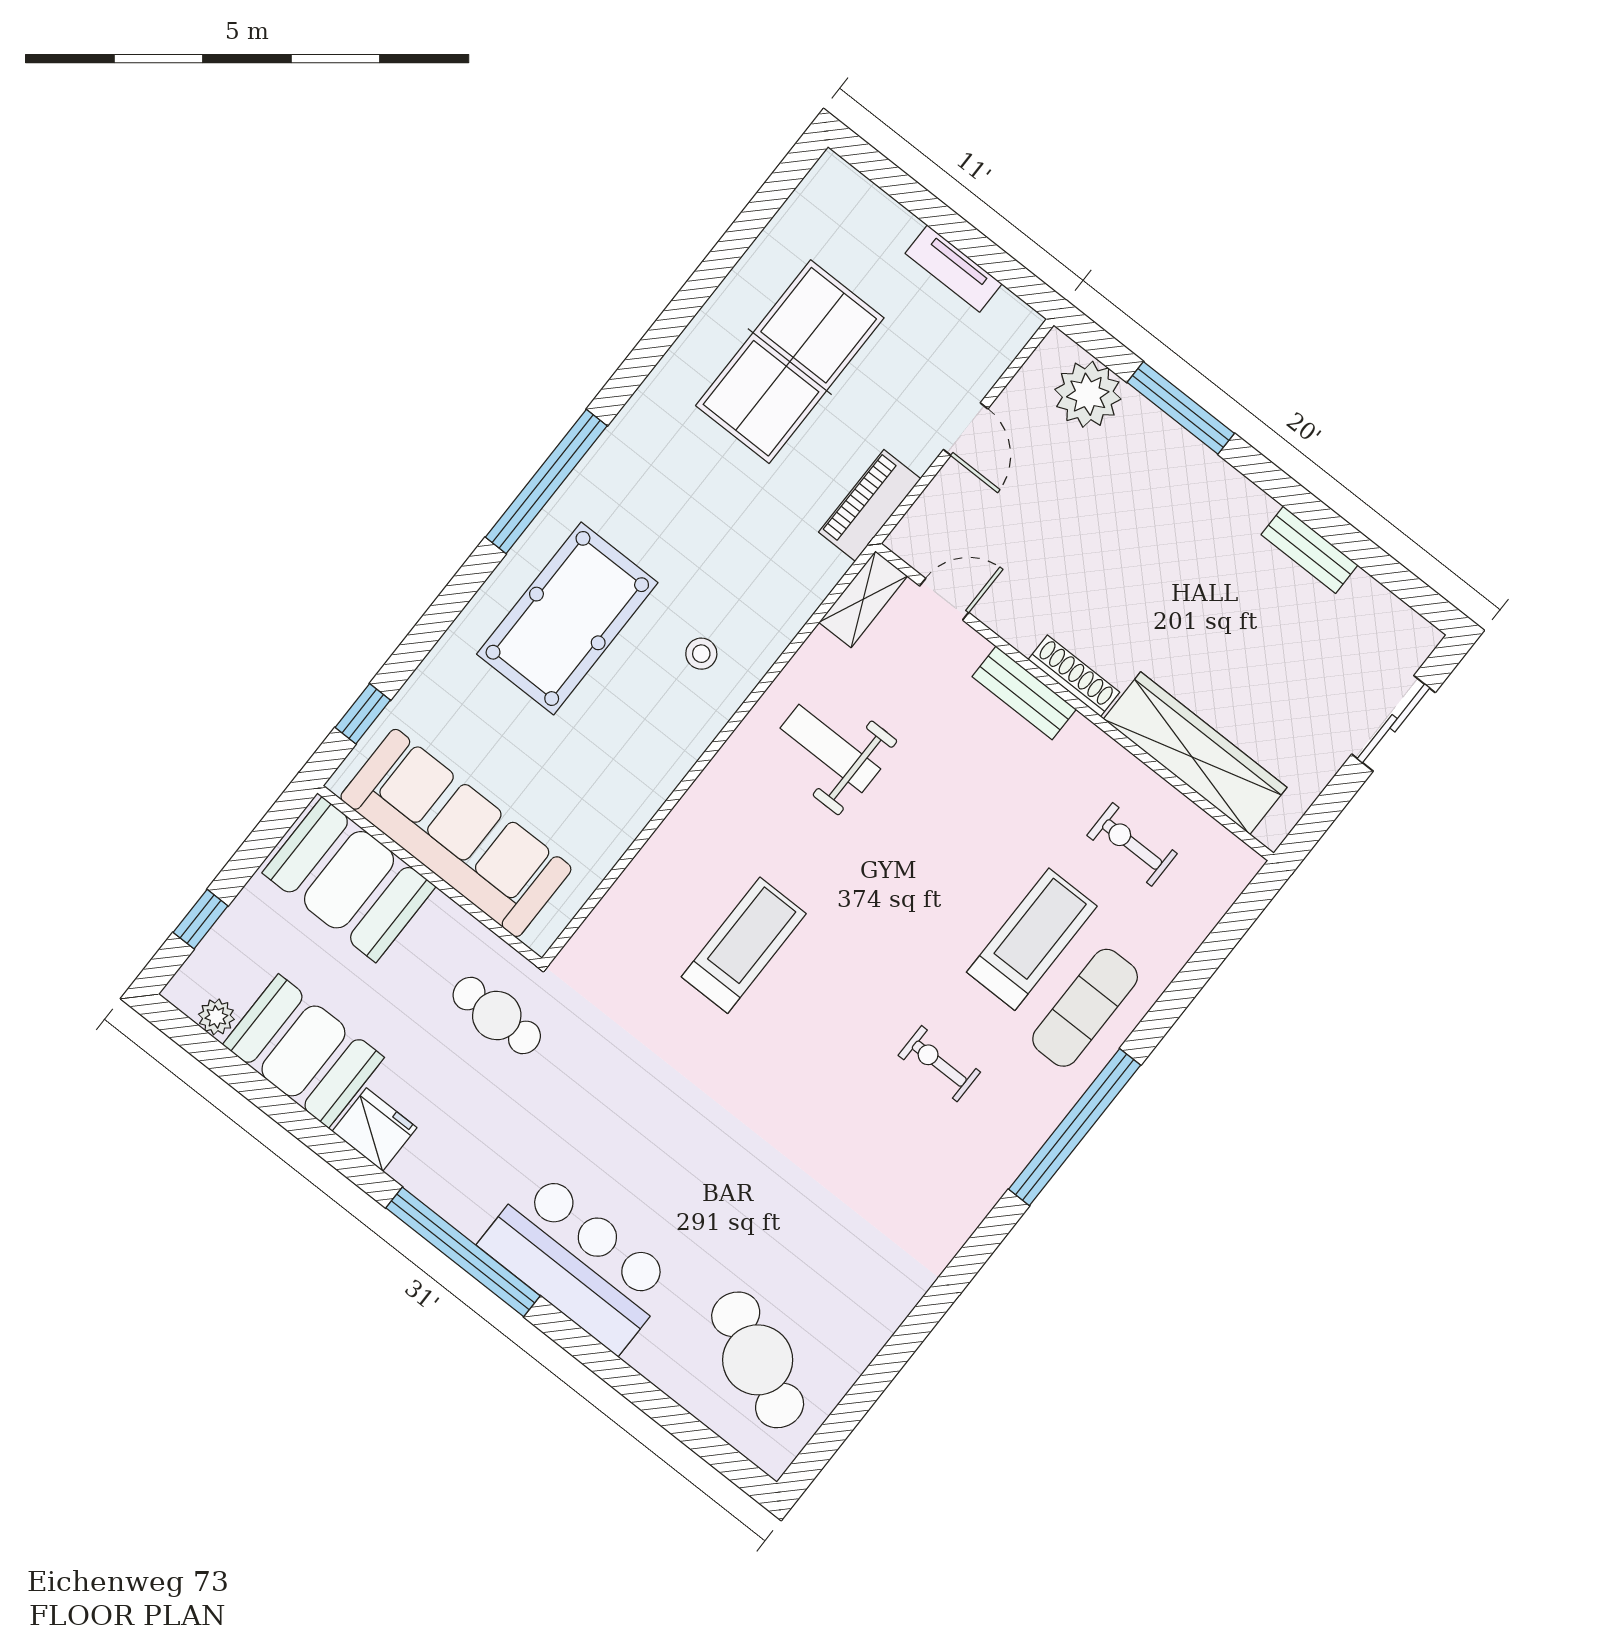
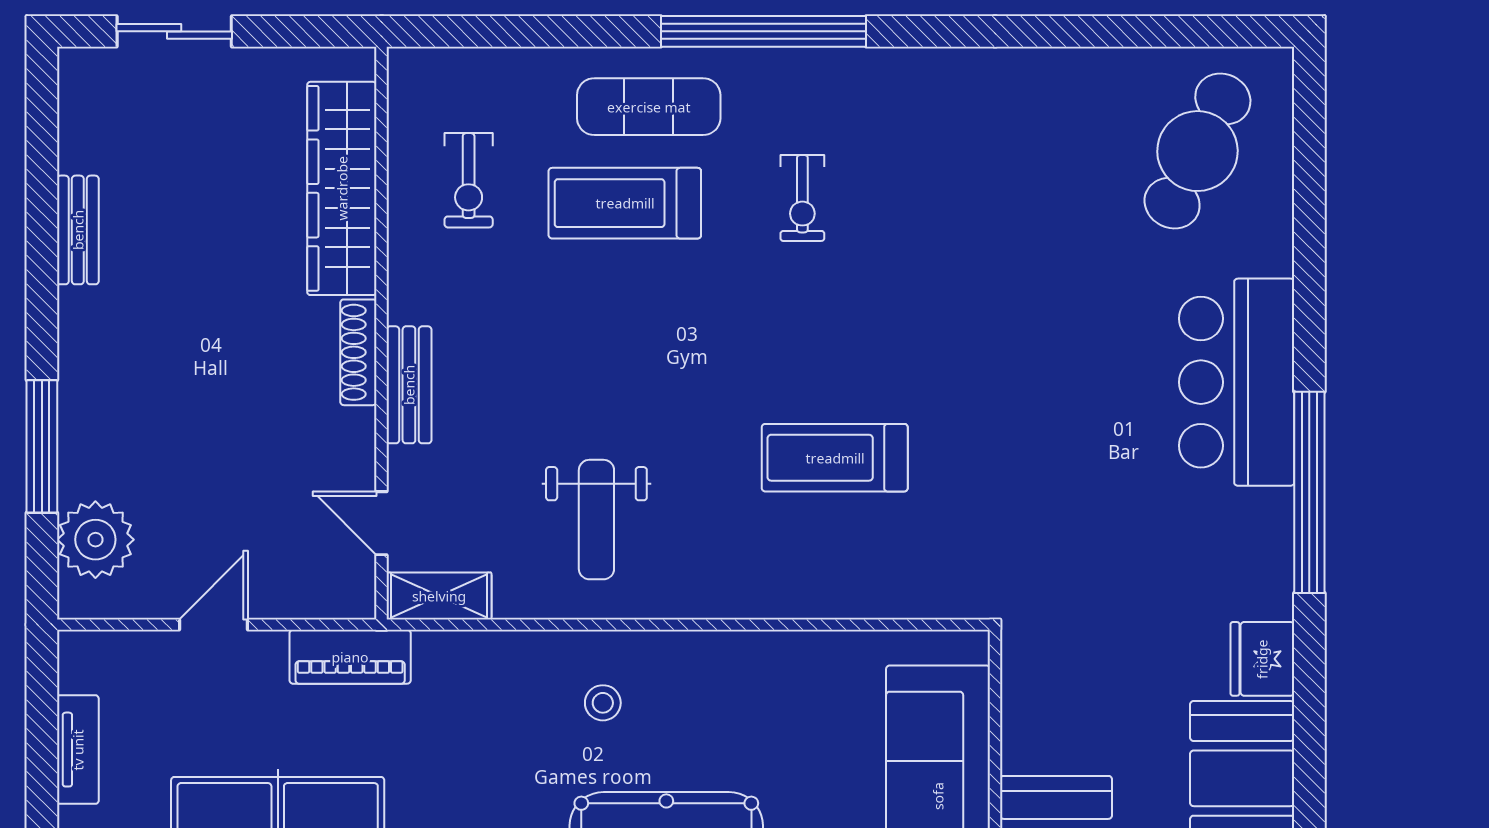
cafe table: (497, 1015) -> (1073, 630), removed

